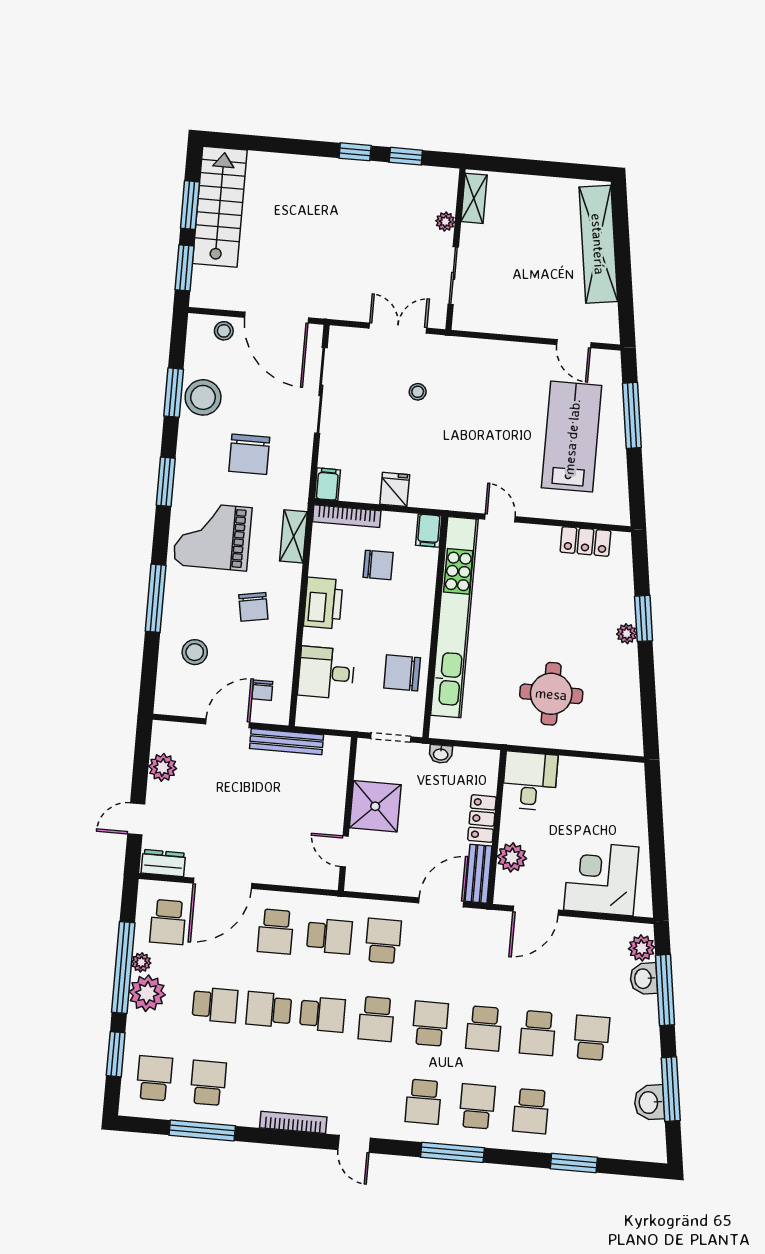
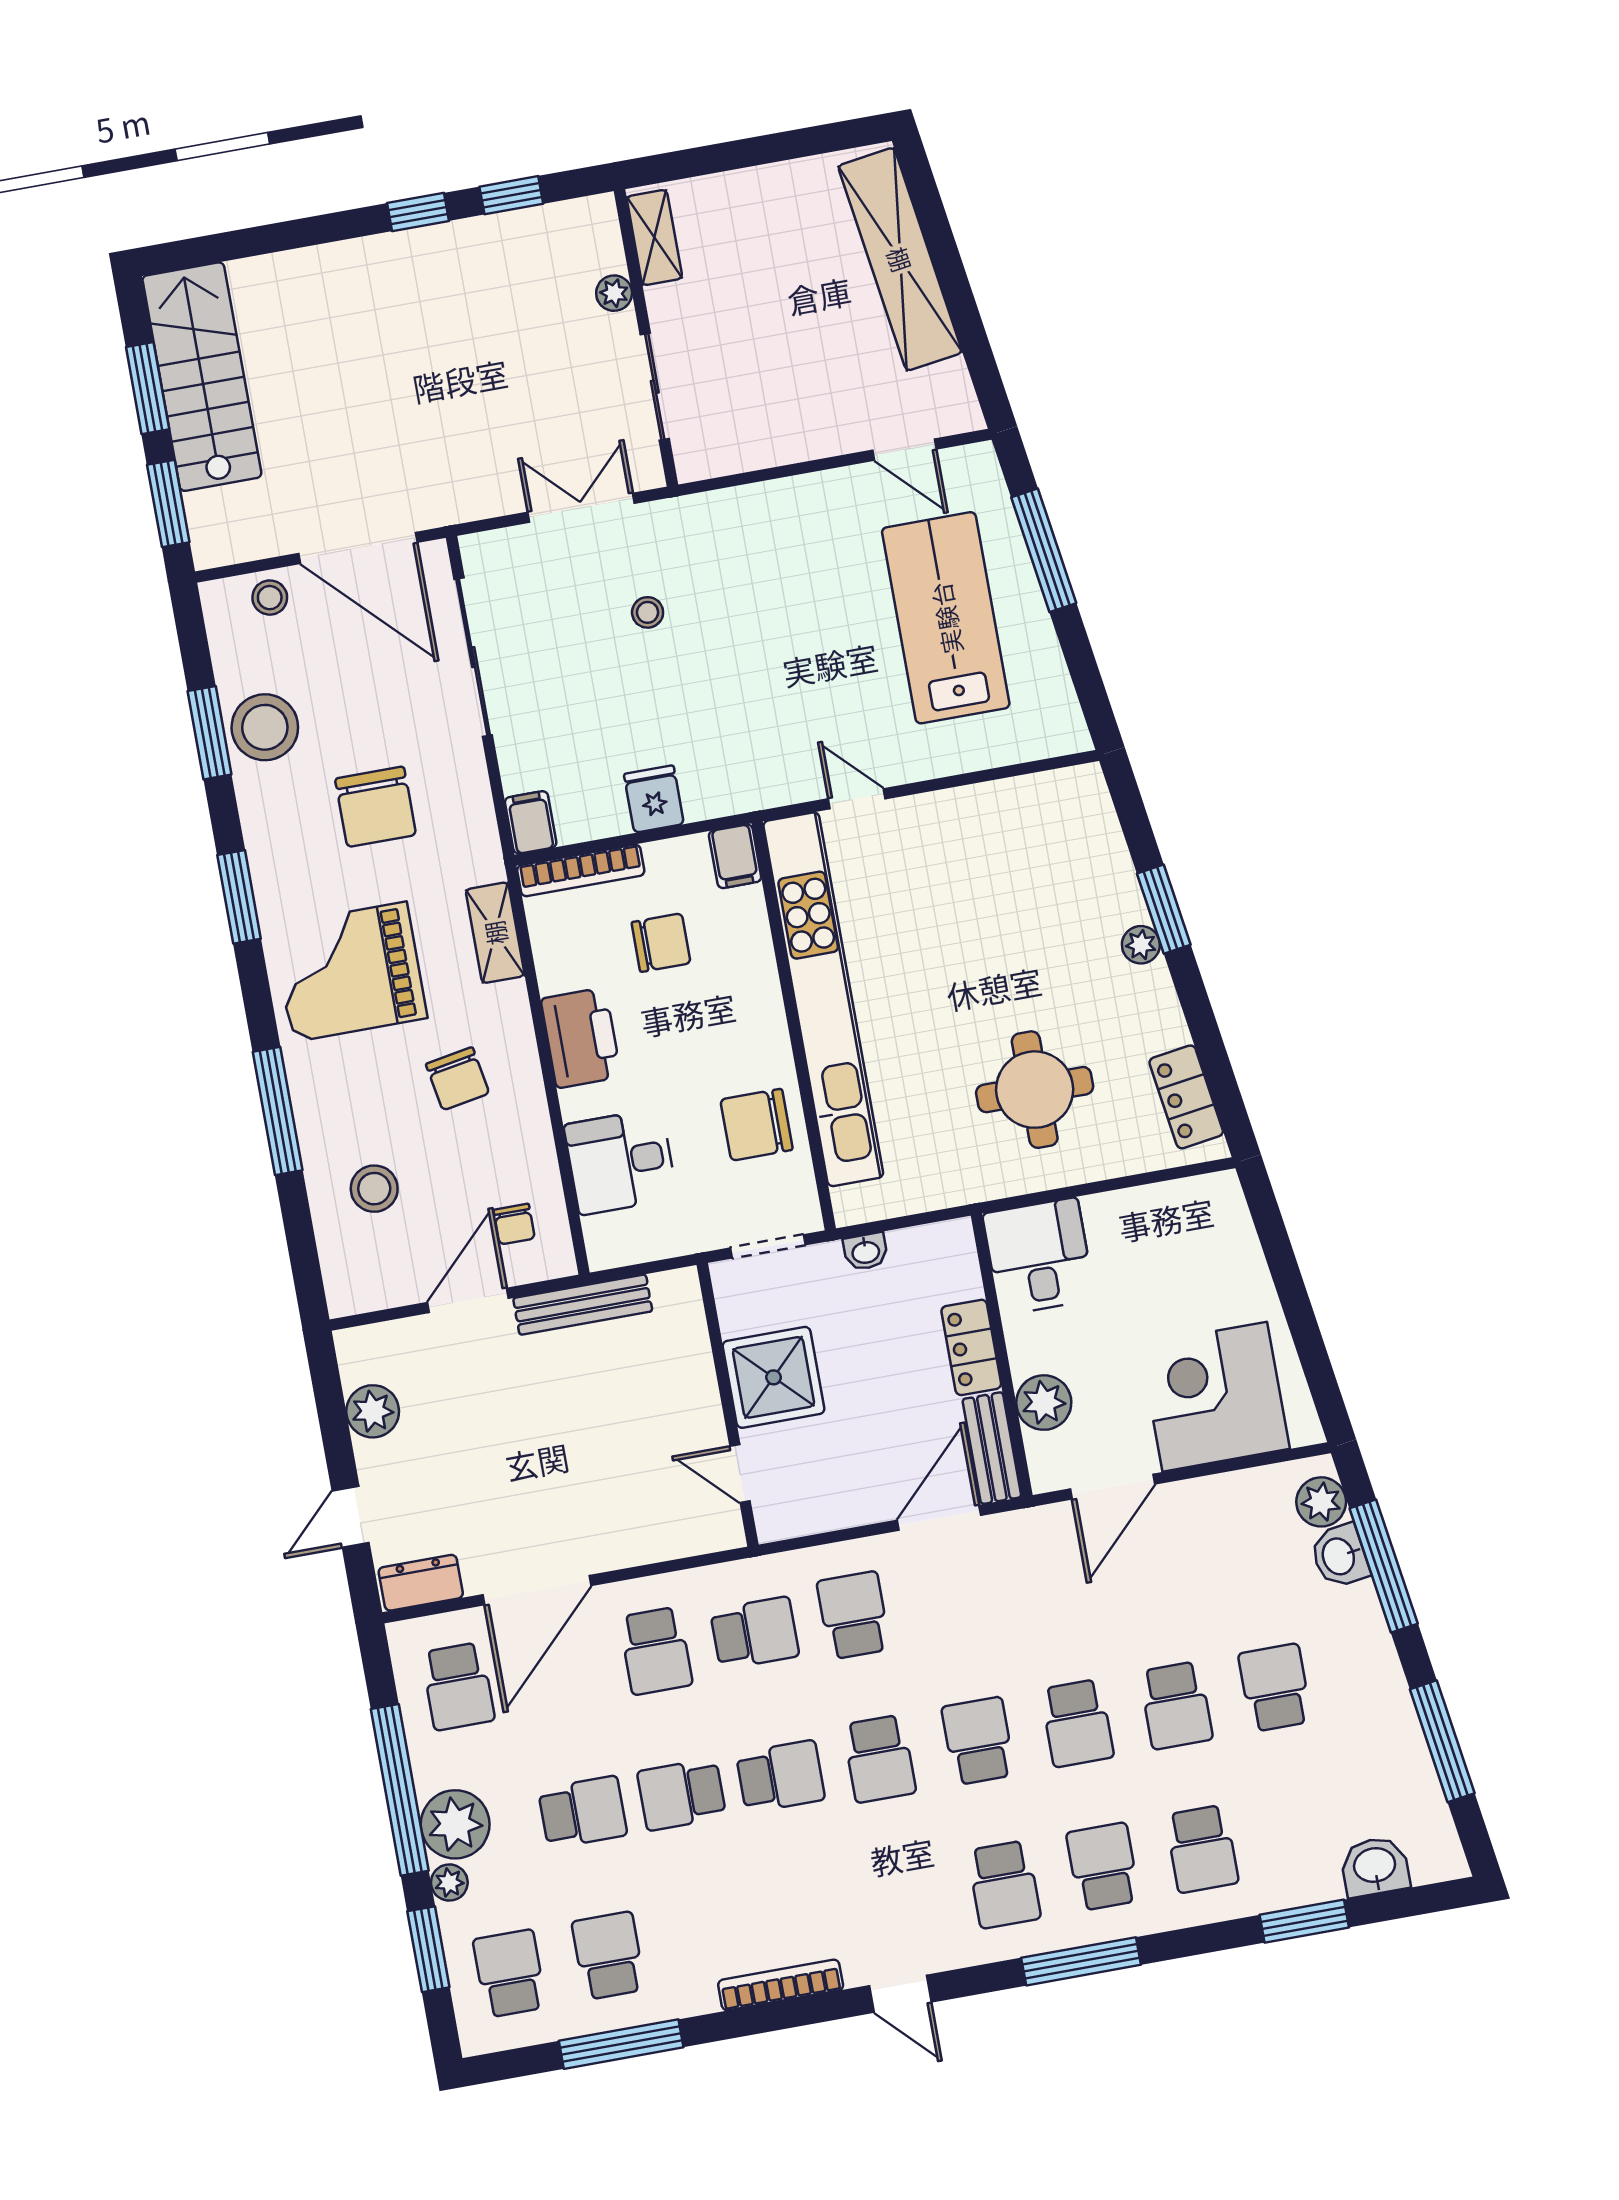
locker: (585, 541) -> (1186, 1097), moved, turned 82
plant: (141, 962) -> (449, 1883), moved
washbasin: (649, 1102) -> (1375, 1867), moved, turned 98

